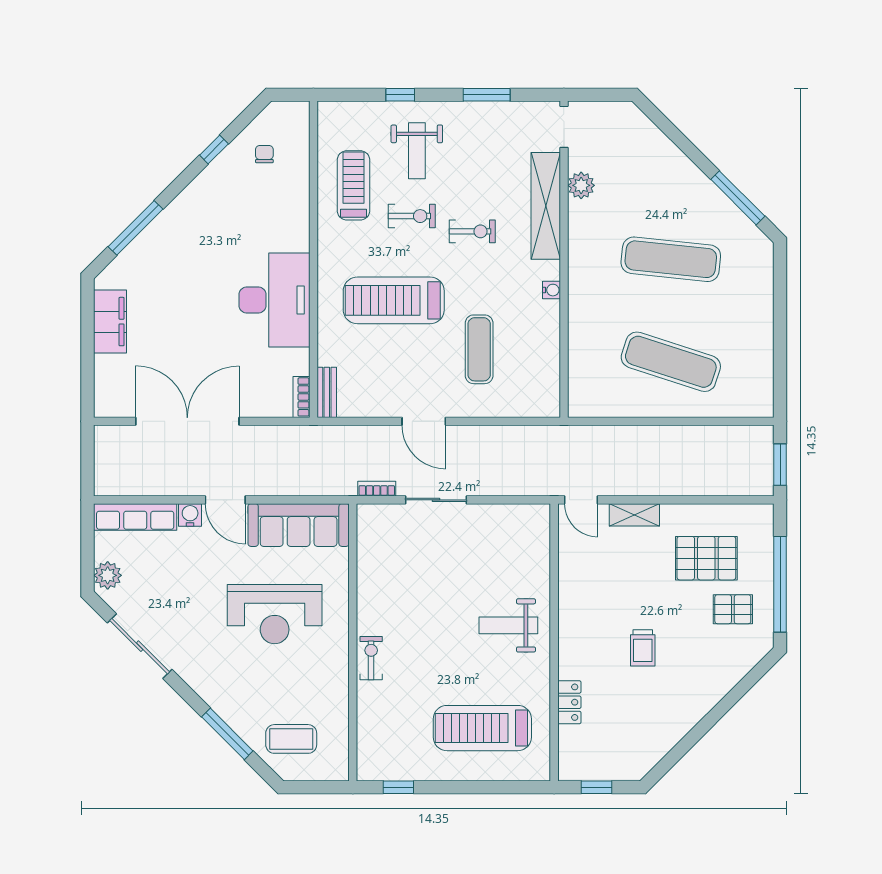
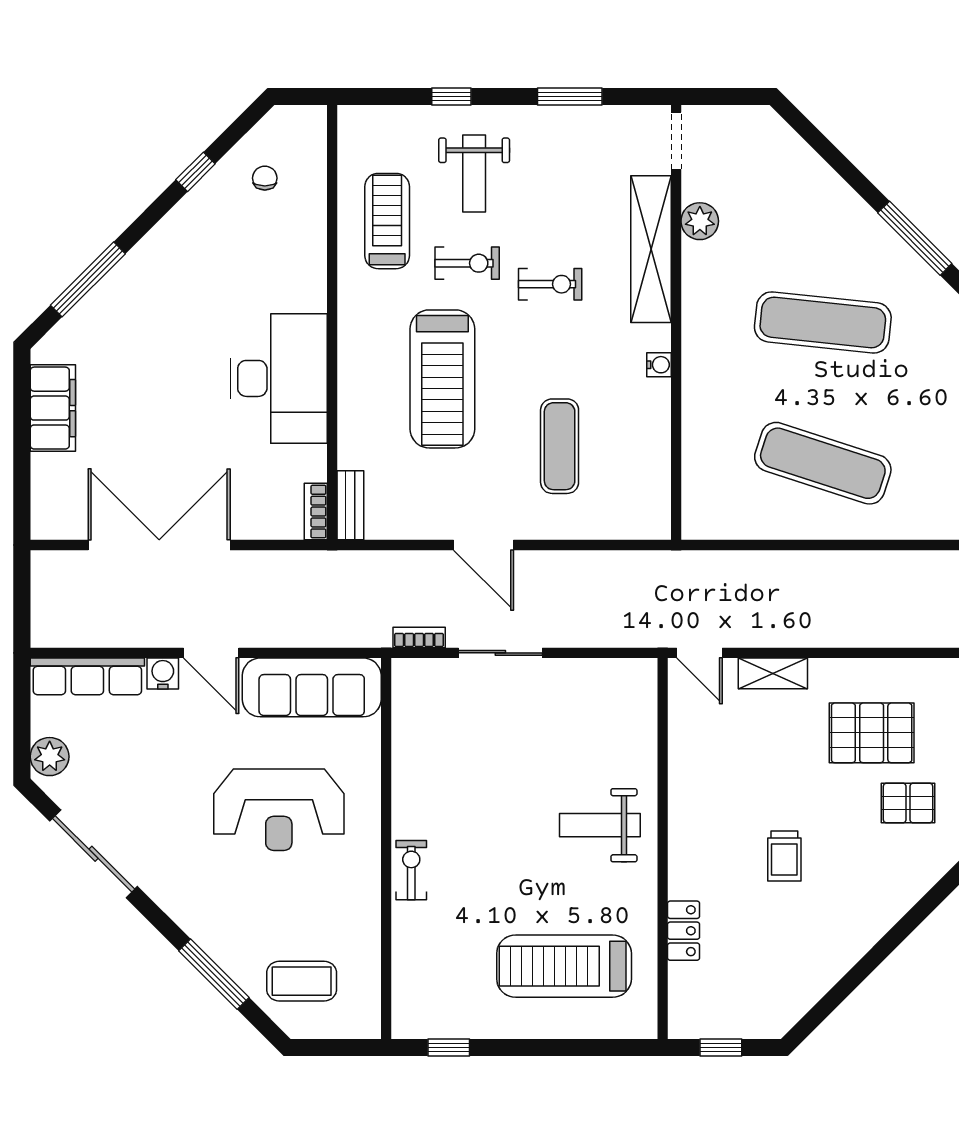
treadmill: (394, 300) -> (442, 379), turned -90

